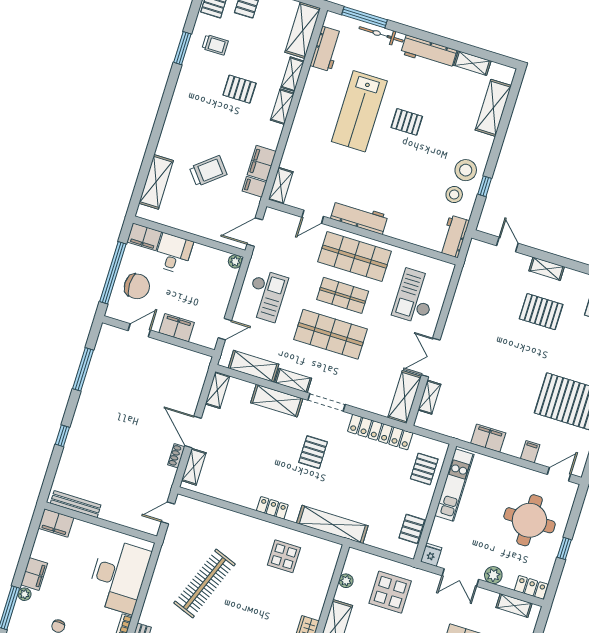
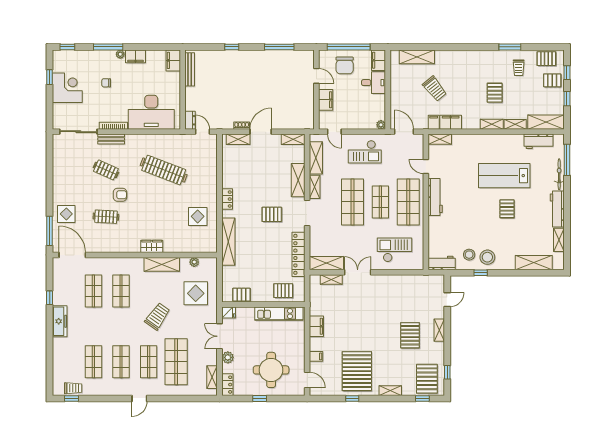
dresser: (147, 525) -> (190, 120), added

